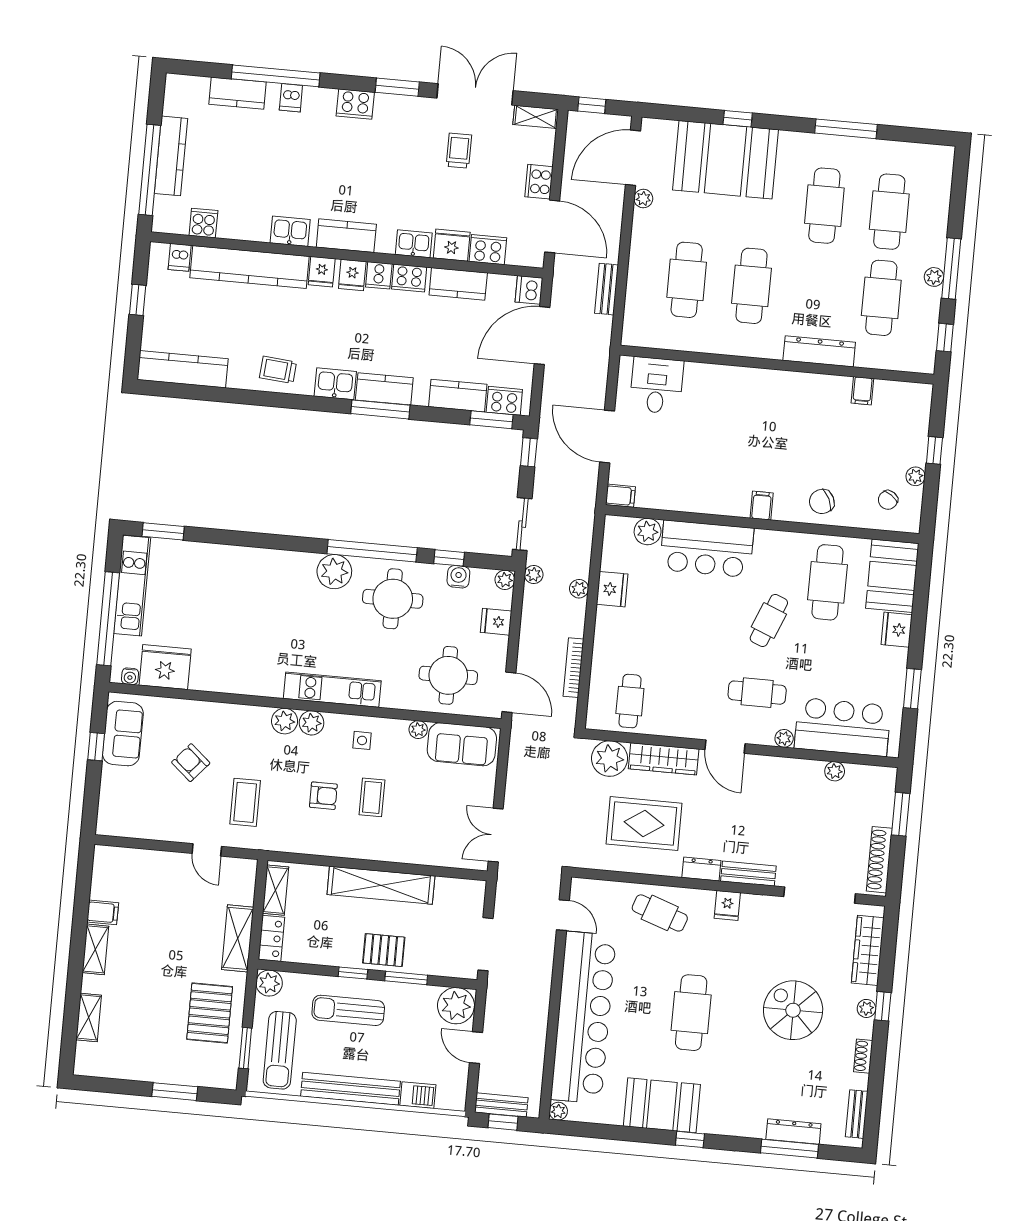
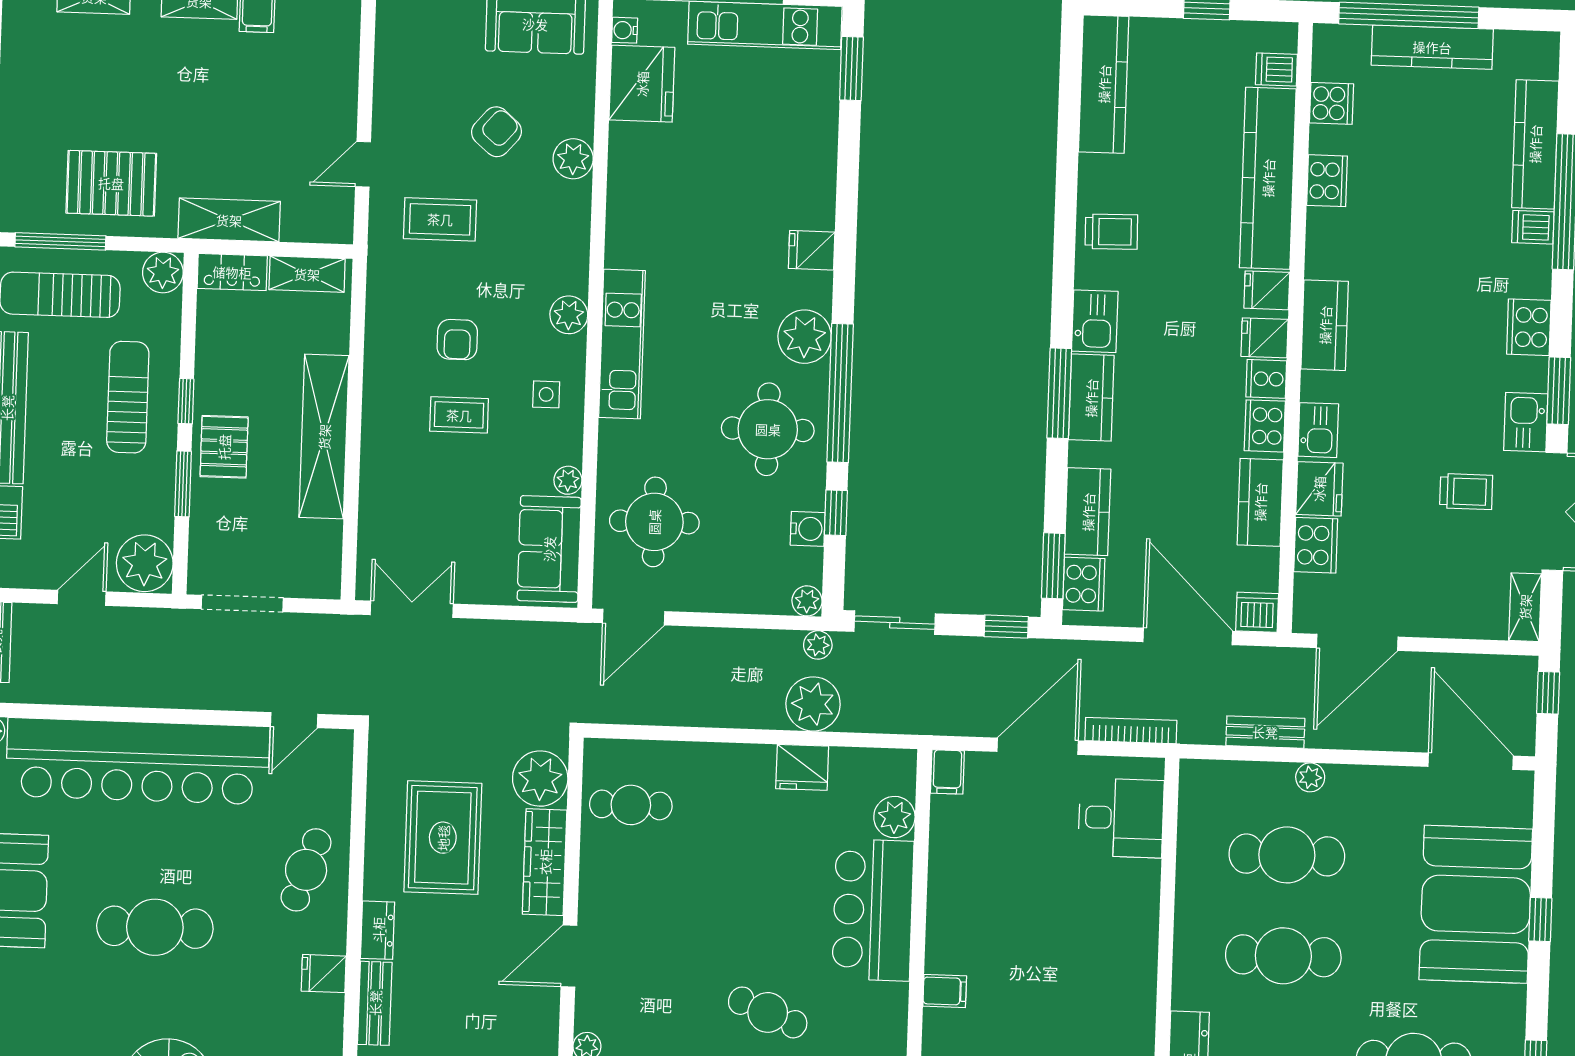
kitchen counter: (238, 93) -> (1535, 144), width x1.50
cooker: (539, 182) -> (1327, 181), moved, turned 90
plant: (643, 199) -> (1310, 777), moved
kitchen sink: (290, 231) -> (1526, 422), moved, turned 180
trolley: (278, 370) -> (1111, 232), turned 84
plant: (579, 589) -> (813, 704), width x1.87, depth x1.87
fridge: (496, 622) -> (812, 250), moved, turned -90
bookcase: (573, 668) -> (1131, 731), moved
cafe table: (757, 693) -> (655, 1001), removed
plant: (285, 721) -> (573, 159), moved
window: (245, 1048) -> (60, 241), width x1.44

